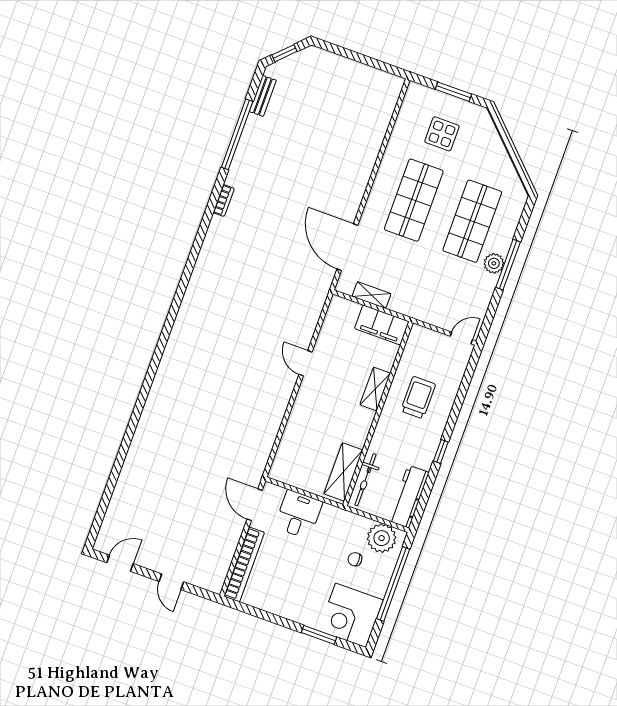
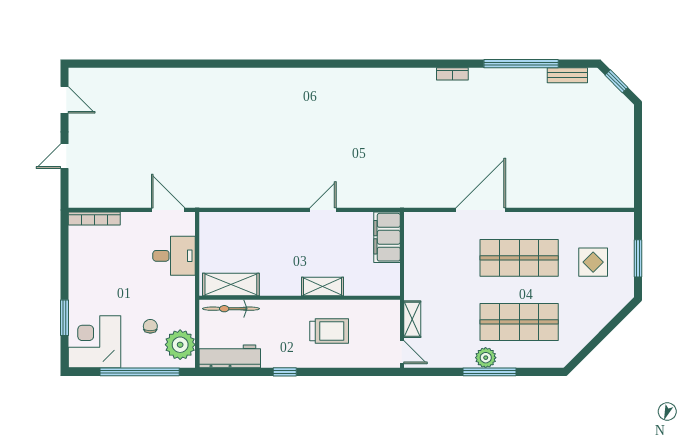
door: (347, 247) -> (481, 210), moved
shelving: (372, 295) -> (412, 319), moved
filing cabinet: (382, 325) -> (387, 237), moved
door: (255, 505) -> (168, 210), hinge flipped
bookcase: (244, 564) -> (94, 219), width x0.68, depth x0.76

